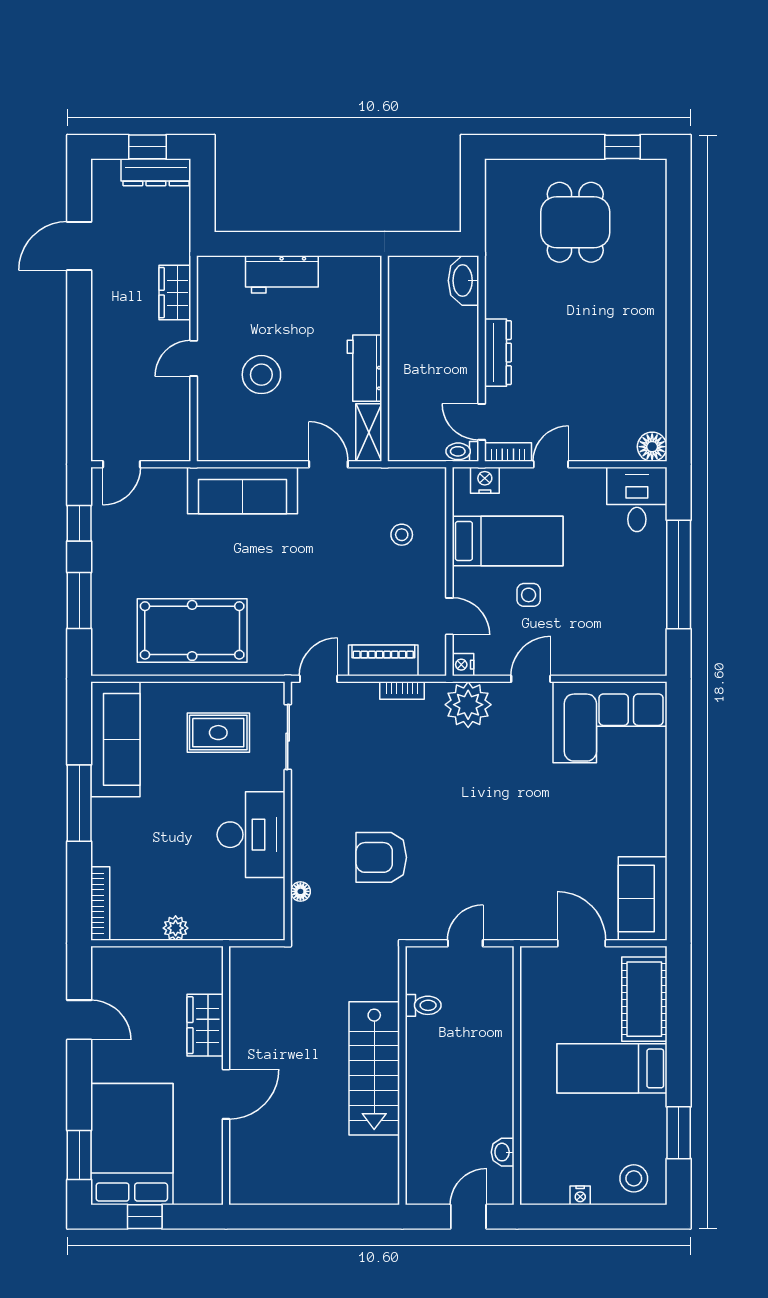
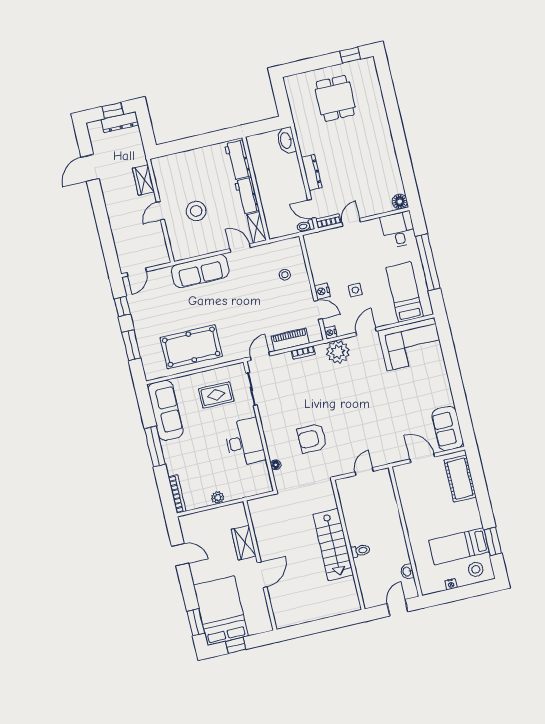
workbench: (282, 274) -> (238, 160), moved, turned 90
nightstand: (485, 480) -> (322, 291), moved, turned -90
bed: (508, 541) -> (405, 292), moved, turned -90
toilet: (423, 1005) -> (360, 551), moved
bed: (612, 1068) -> (459, 546), moved

